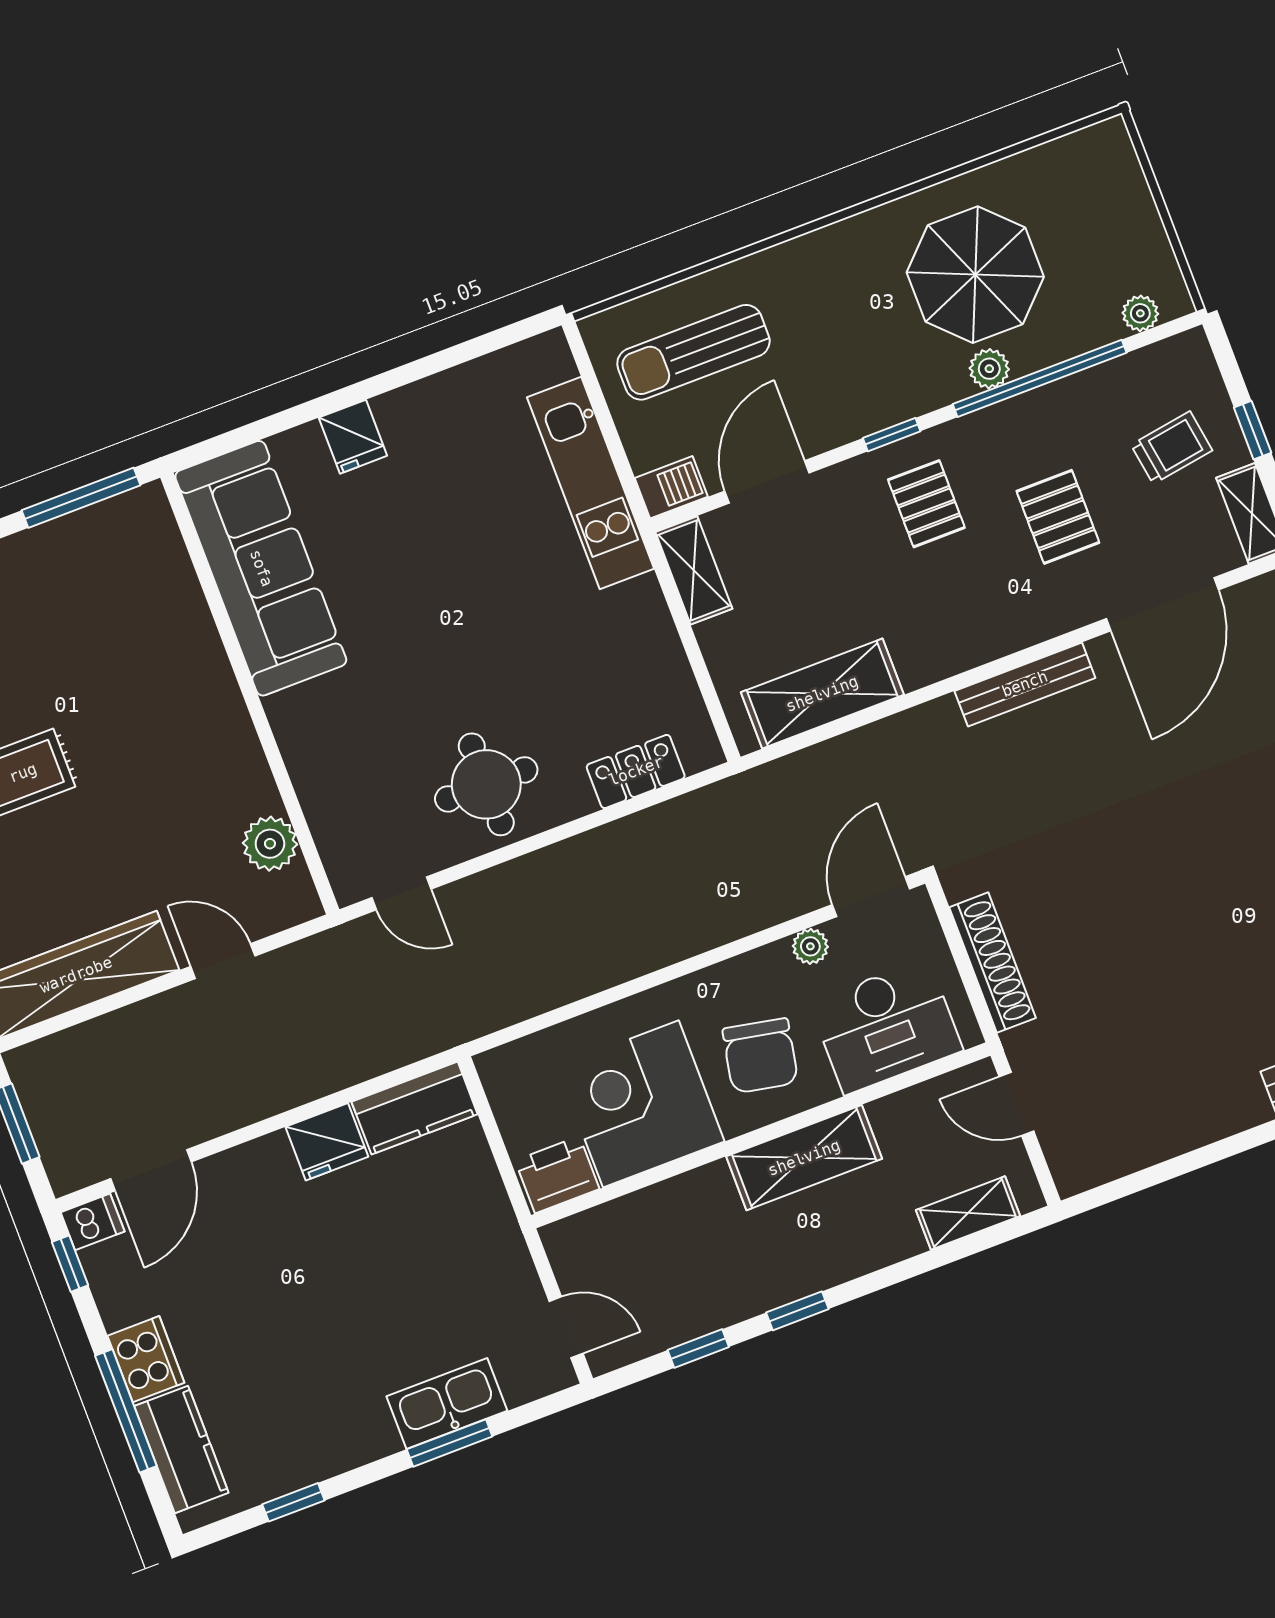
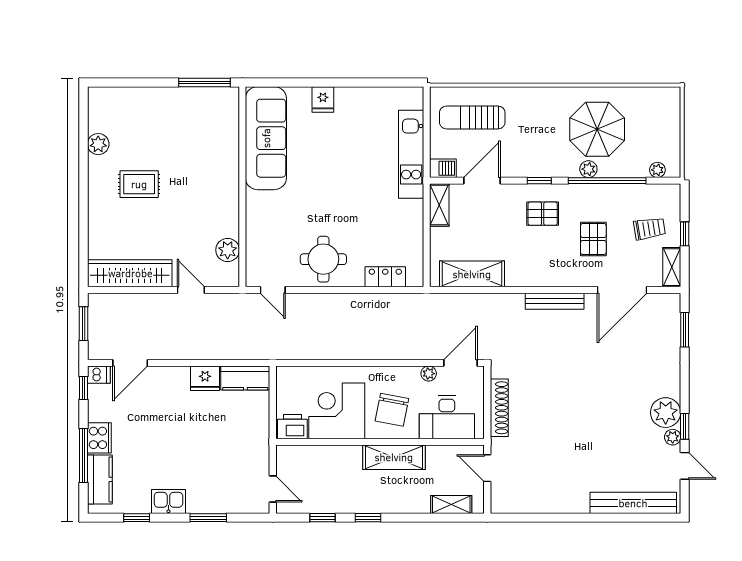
pallet: (926, 504) -> (543, 214), turned 90
kitchen sink: (447, 1403) -> (168, 501), moved, width x0.73

